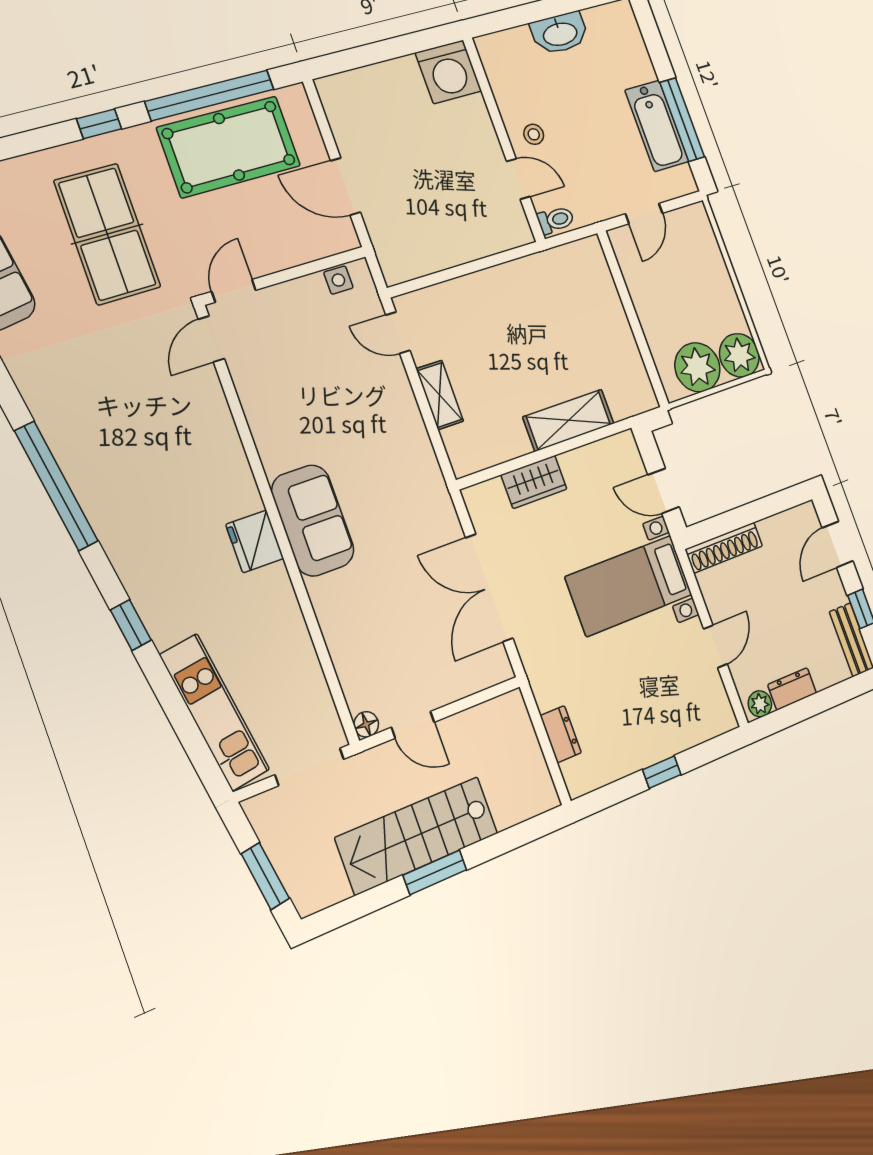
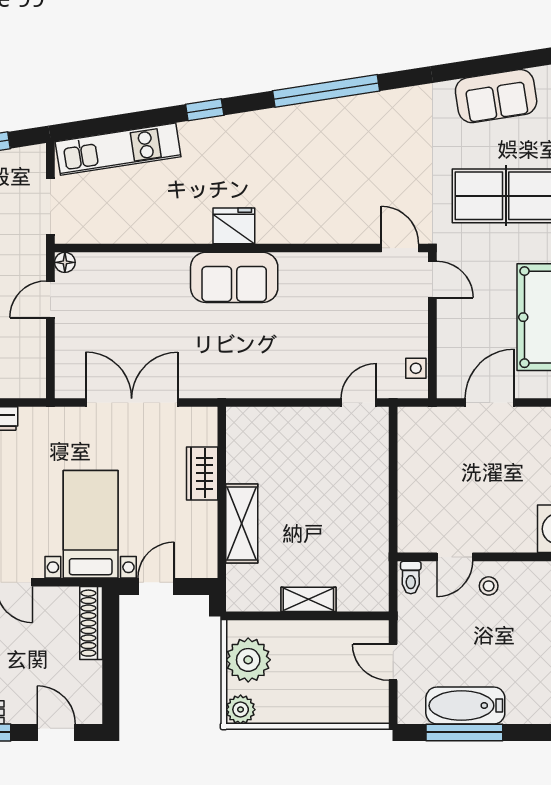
plant: (739, 355) -> (241, 710), width x0.73, depth x0.73
shelving: (440, 395) -> (308, 599), moved

